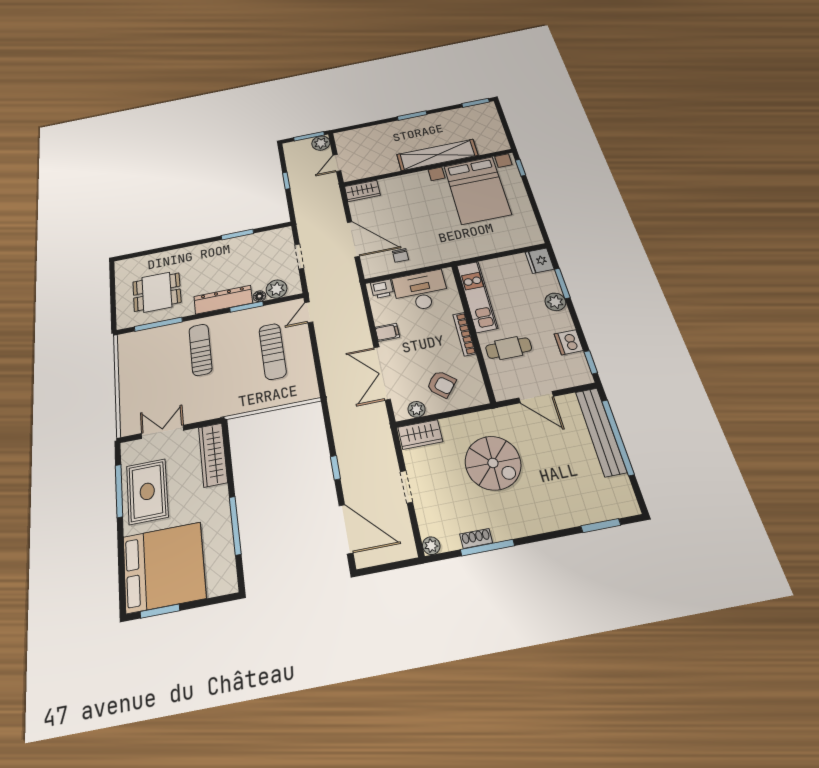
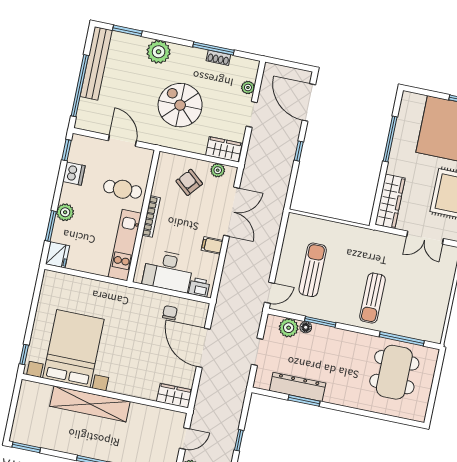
dining table: (157, 292) -> (394, 372), width x1.38
dresser: (223, 300) -> (298, 387), moved, turned 180
bench: (601, 431) -> (96, 63), moved
plant: (550, 515) -> (159, 52), added
plant: (431, 546) -> (248, 87), moved

